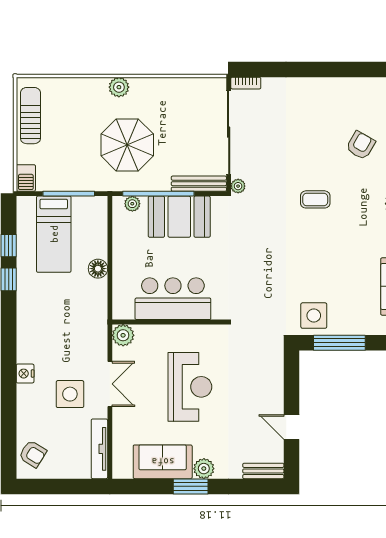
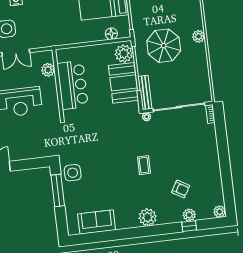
plant: (132, 204) -> (124, 54), width x1.87, depth x1.87
floor lamp: (98, 269) -> (111, 34), moved
plant: (123, 335) -> (48, 70), moved

